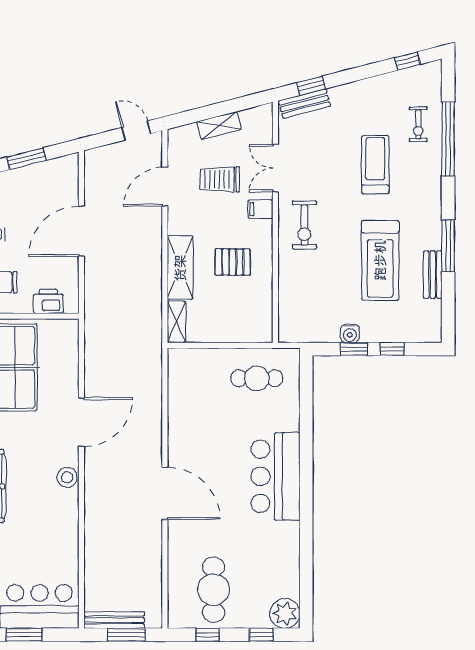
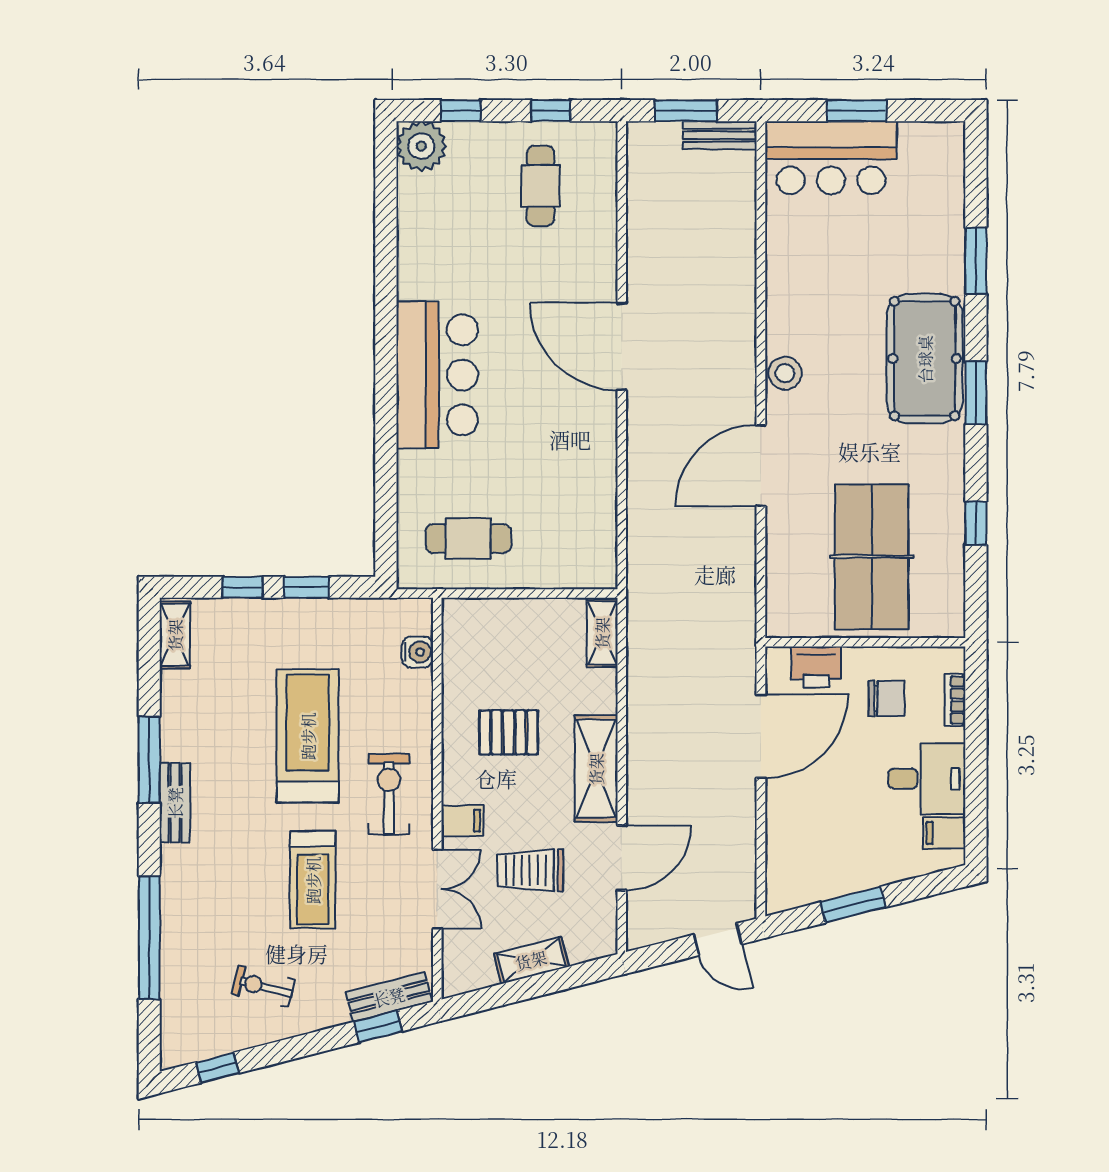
exercise bike: (418, 124) -> (263, 987), moved, turned -76
door: (136, 131) -> (718, 939), moved
treadmill: (375, 165) -> (313, 880), moved
trolley: (220, 179) -> (530, 870), turned 180
door: (81, 231) -> (761, 736), moved
treadmill: (380, 260) -> (308, 736), moved
shelving: (180, 268) -> (596, 769), moved
bench: (433, 275) -> (175, 803), moved
shelving: (433, 320) -> (175, 635), added
water cooler: (350, 333) -> (418, 652), moved, turned 90
cafe table: (214, 590) -> (541, 186), width x0.73, depth x0.74
bench: (114, 620) -> (720, 135), width x0.73

